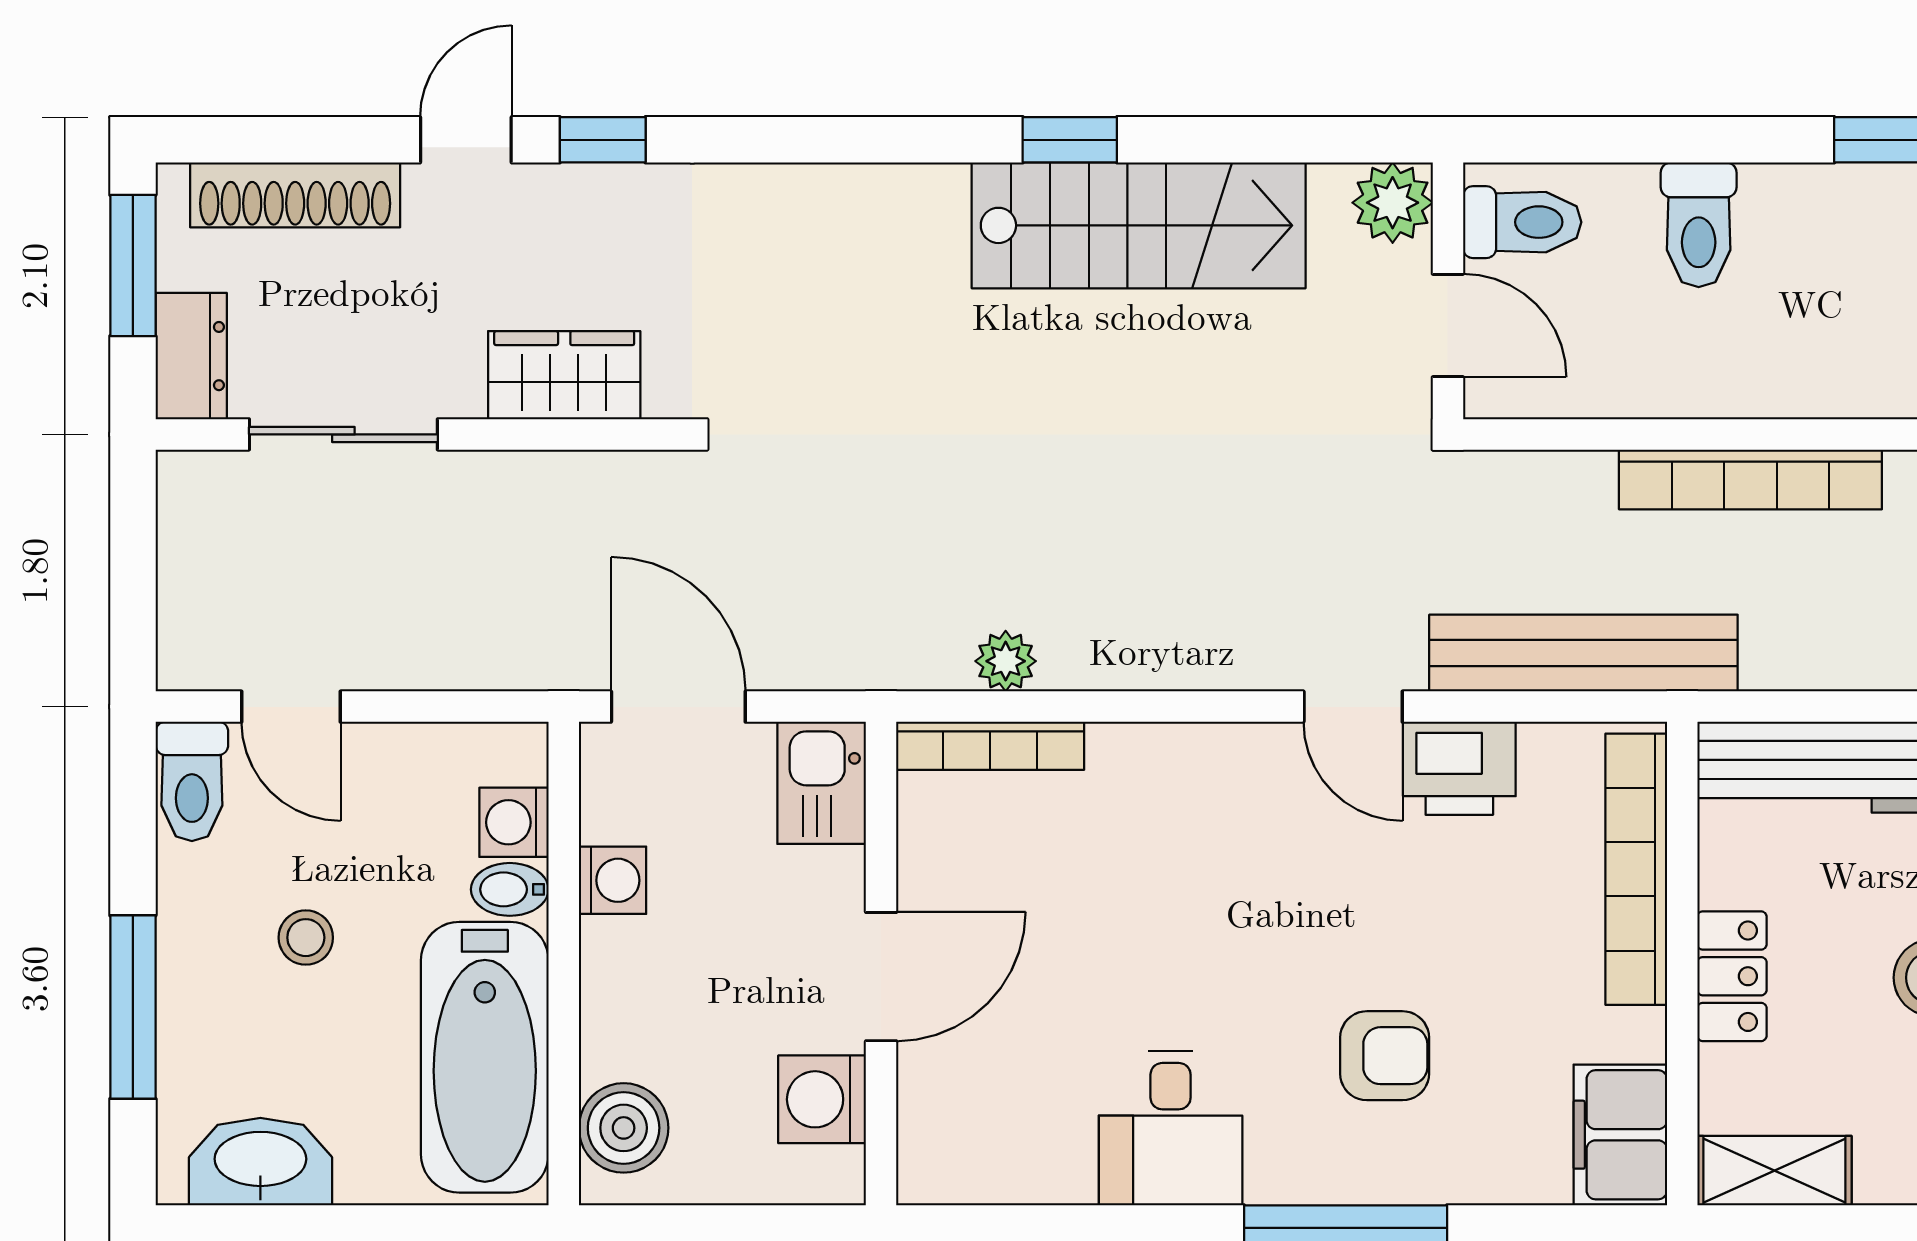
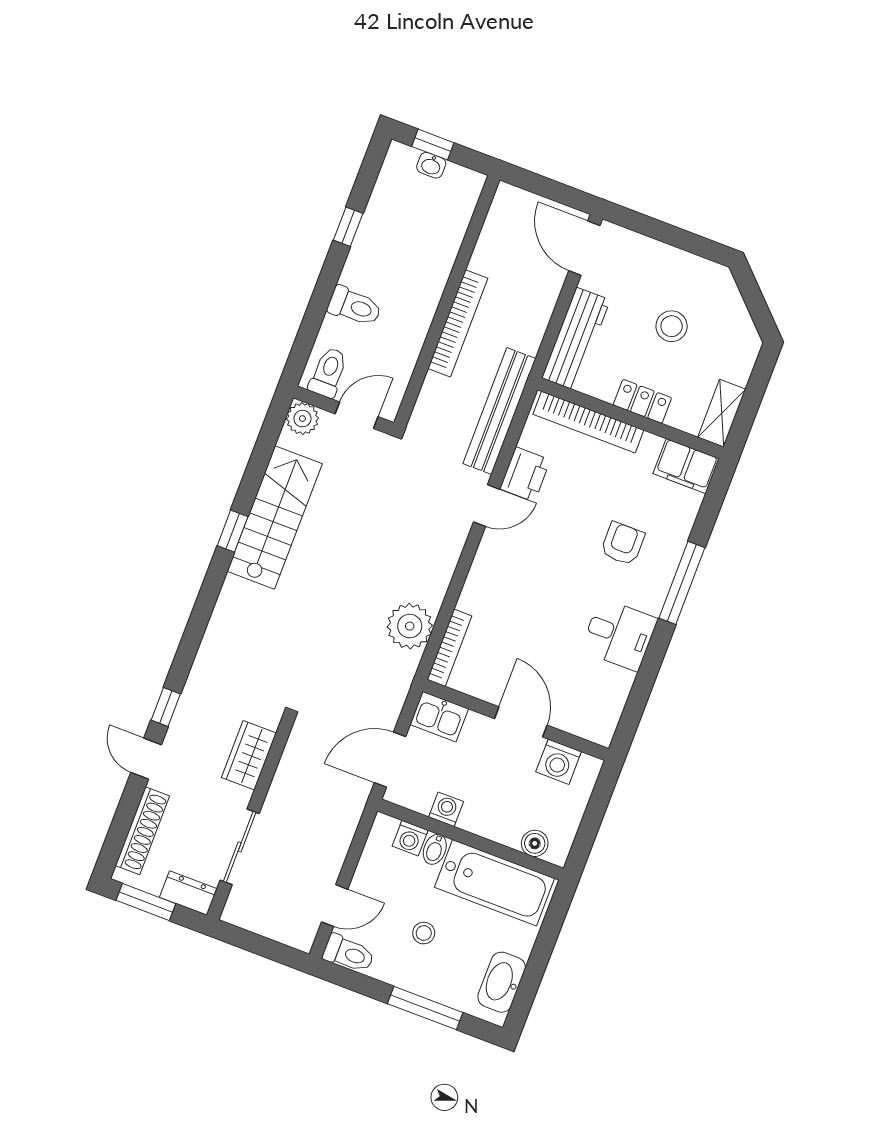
plant: (1006, 661) -> (410, 626), width x1.88, depth x1.88
boiler: (624, 1128) -> (535, 843), width x0.73, depth x0.73

